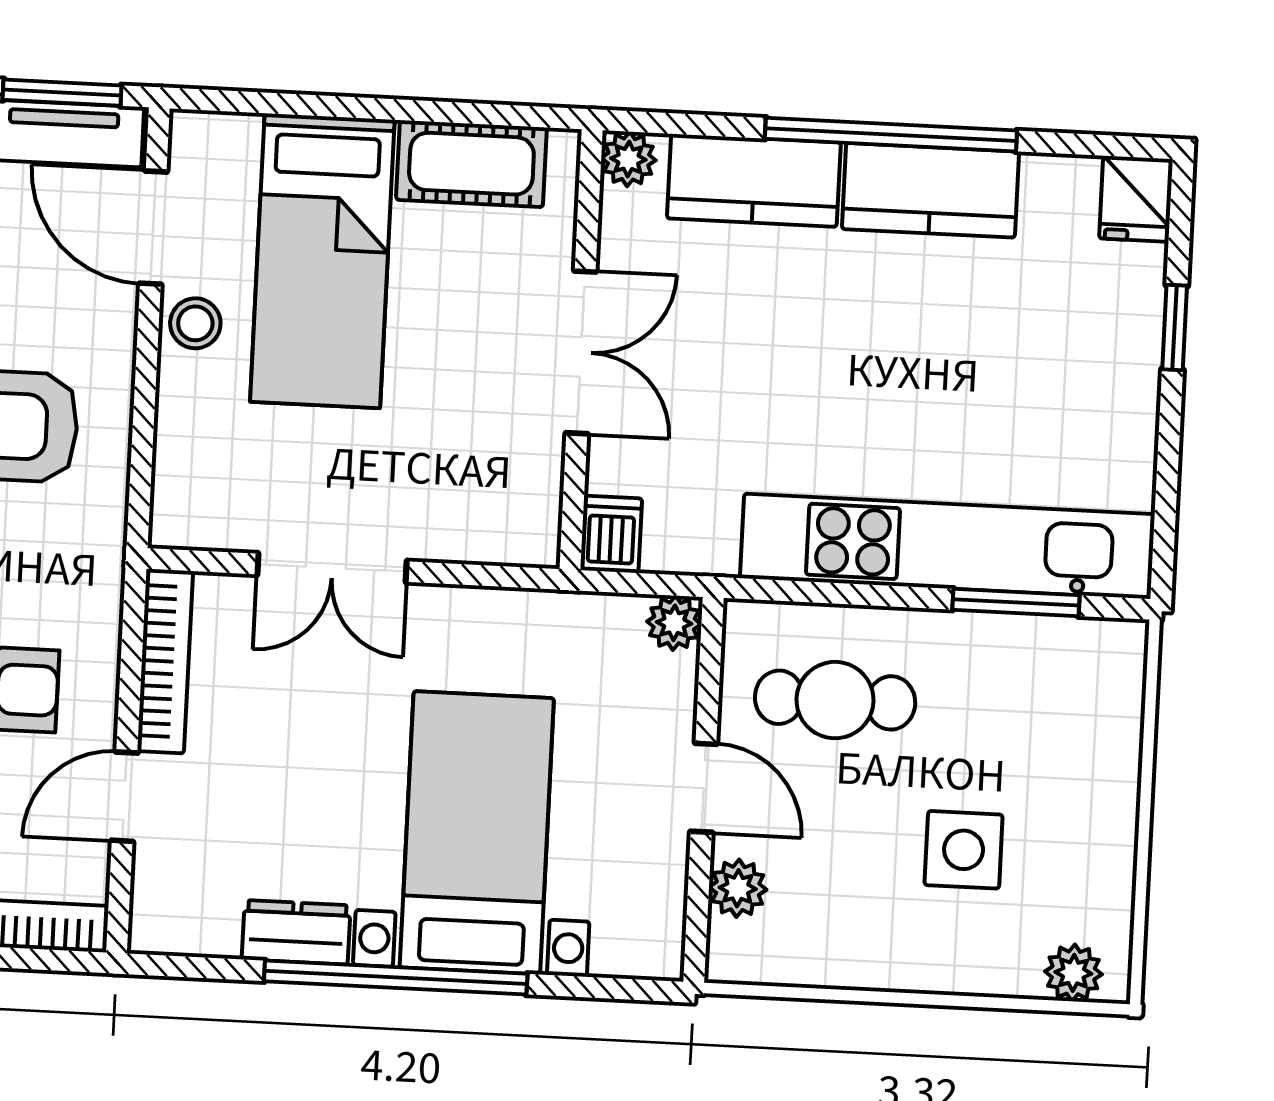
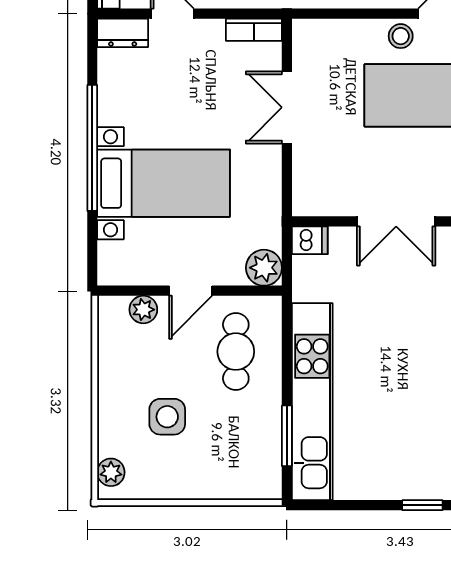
plant: (674, 623) -> (264, 268), width x1.38, depth x1.38
bookcase: (165, 661) -> (254, 30), width x0.64
dresser: (296, 932) -> (123, 33), moved, turned 90

